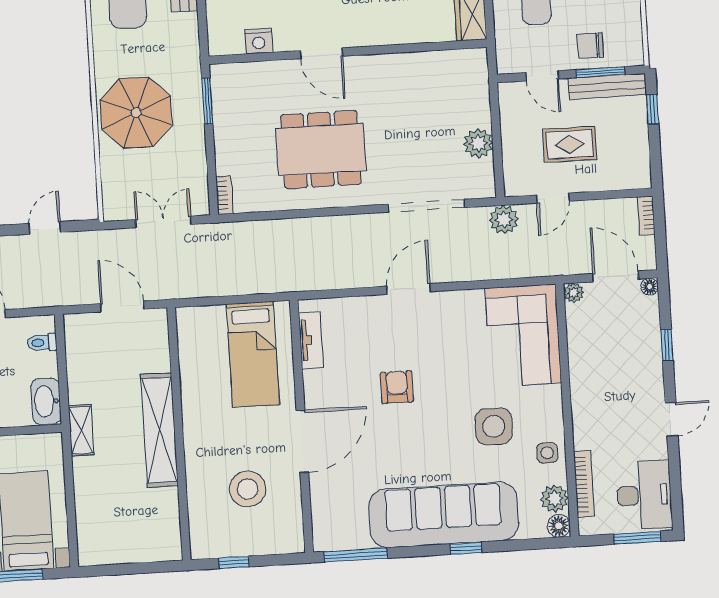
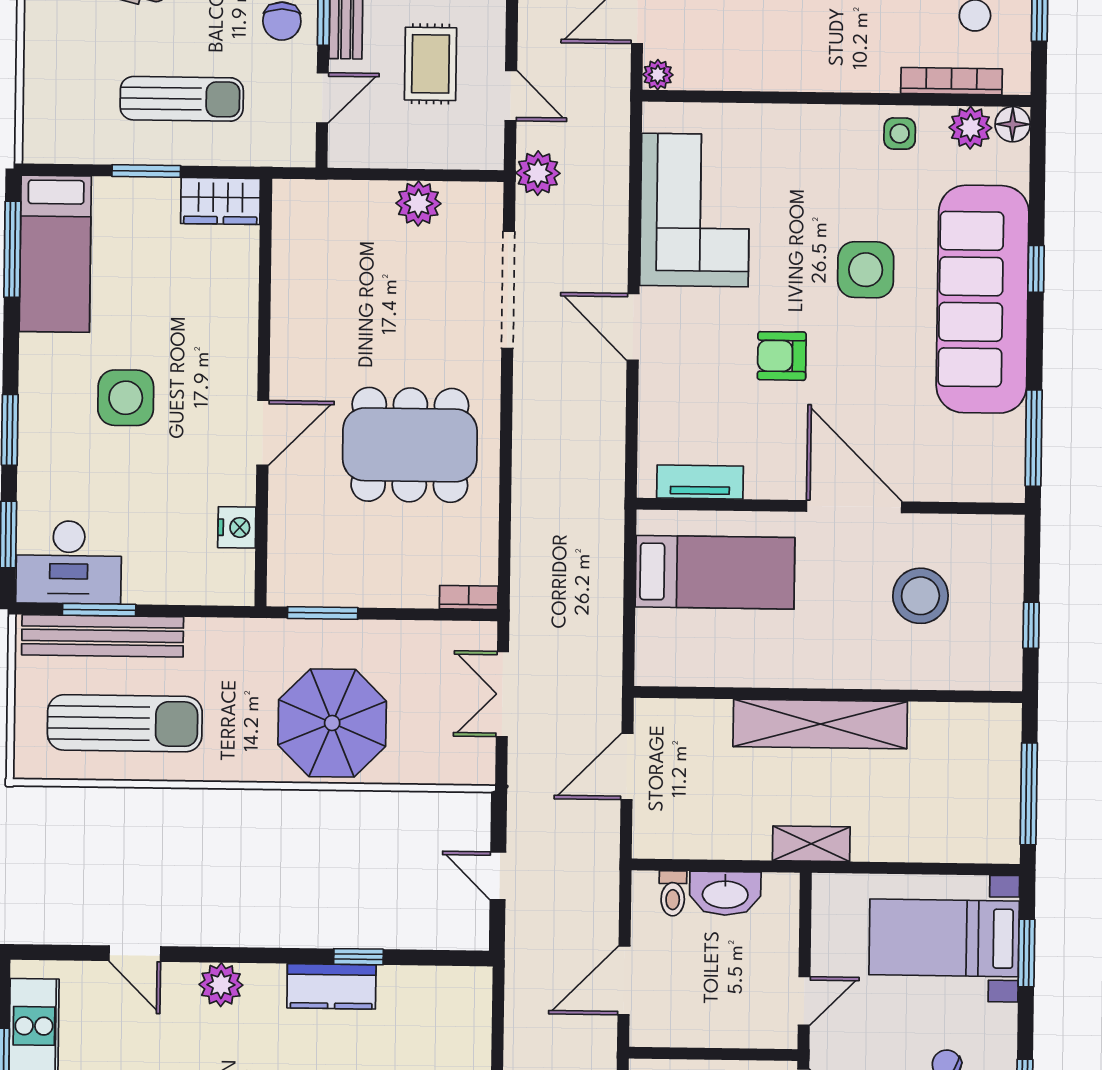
dining table: (321, 150) -> (410, 445), turned 90
corner sofa: (523, 336) -> (695, 210), moved, turned -90
washbasin: (46, 401) -> (725, 893), moved
side table: (494, 426) -> (866, 270), moved
window: (124, 569) -> (1029, 794), added

